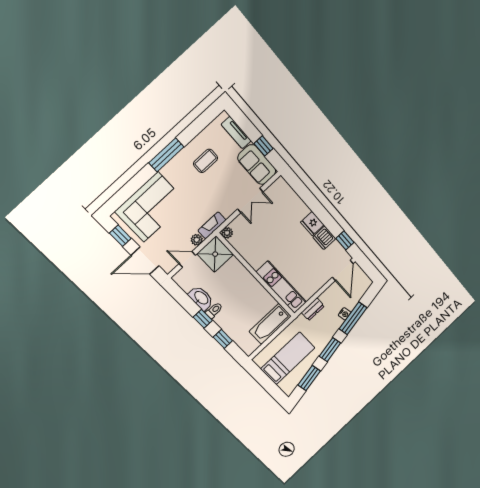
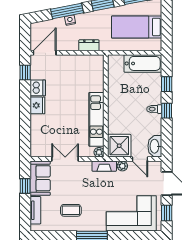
kitchen unit: (281, 287) -> (96, 119), moved
washbasin: (201, 298) -> (155, 146), moved
bathtub: (270, 324) -> (143, 63), moved

